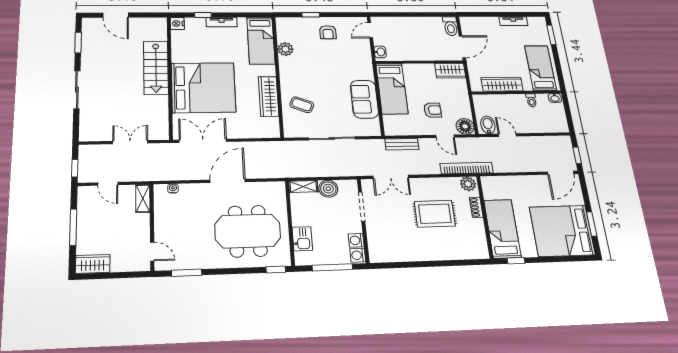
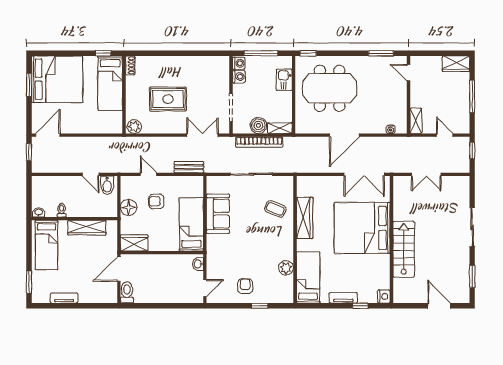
floor lamp: (465, 126) -> (129, 207), moved
bookcase: (467, 168) -> (259, 142), moved
shoe rack: (476, 207) -> (130, 65), moved

